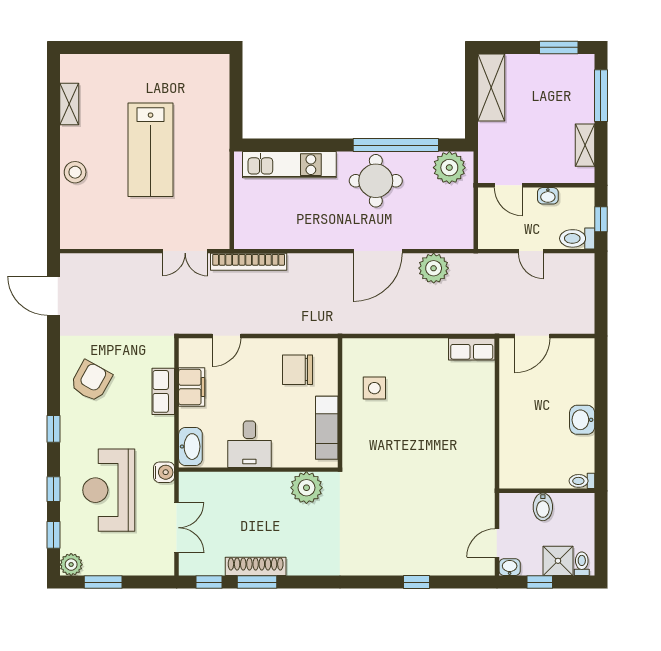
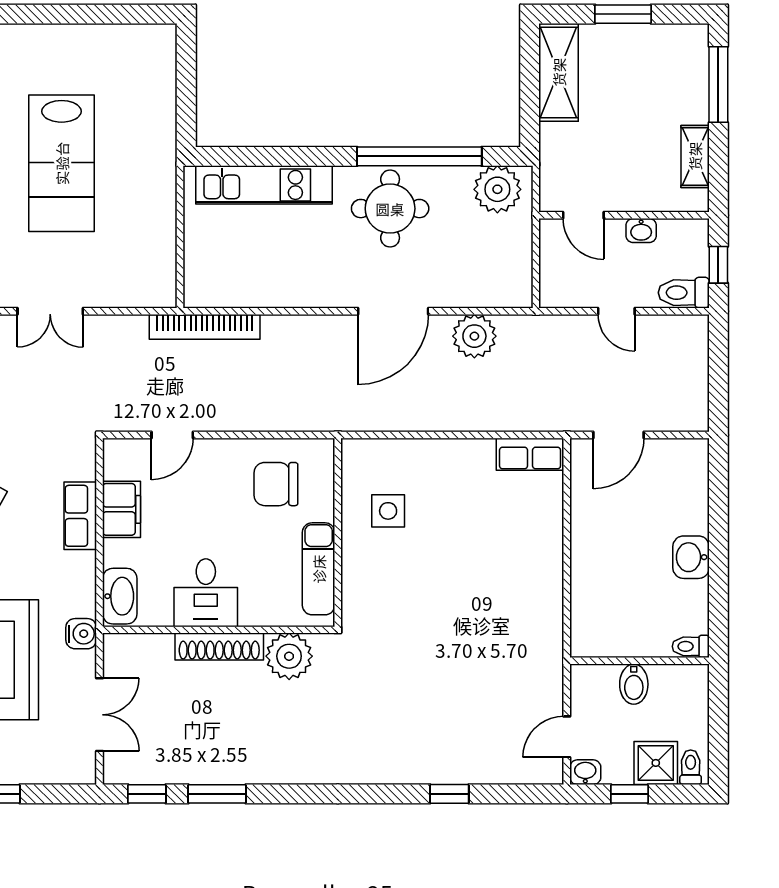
window: (559, 47) -> (623, 14), moved
double door: (185, 251) -> (50, 311), moved
shoe rack: (256, 566) -> (219, 647), moved, turned 180

